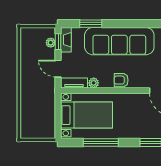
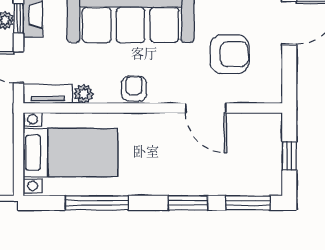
armchair: (121, 80) -> (134, 89), turned 90

